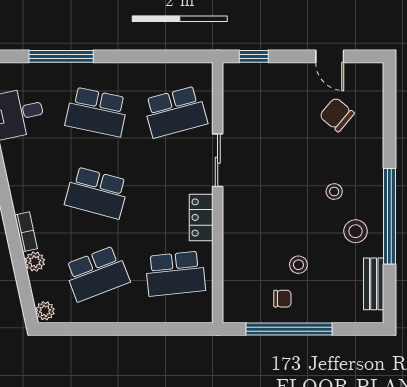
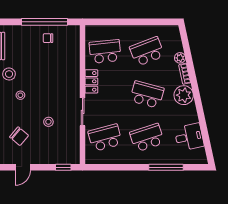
door: (330, 56) -> (23, 167), swing flipped
school desk: (97, 112) -> (147, 138), turned -30
stool: (298, 265) -> (48, 122), moved
plant: (45, 311) -> (184, 95), moved, width x1.87, depth x1.87

